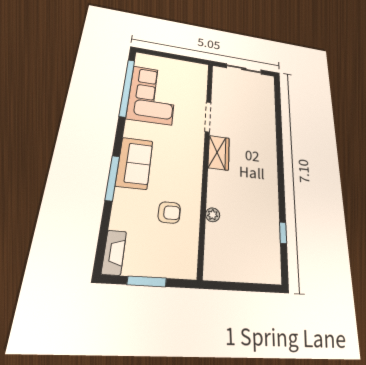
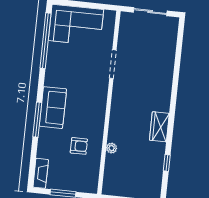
corner sofa: (152, 95) -> (76, 25), moved, turned 90
wardrobe: (219, 153) -> (159, 127), moved, turned 180

